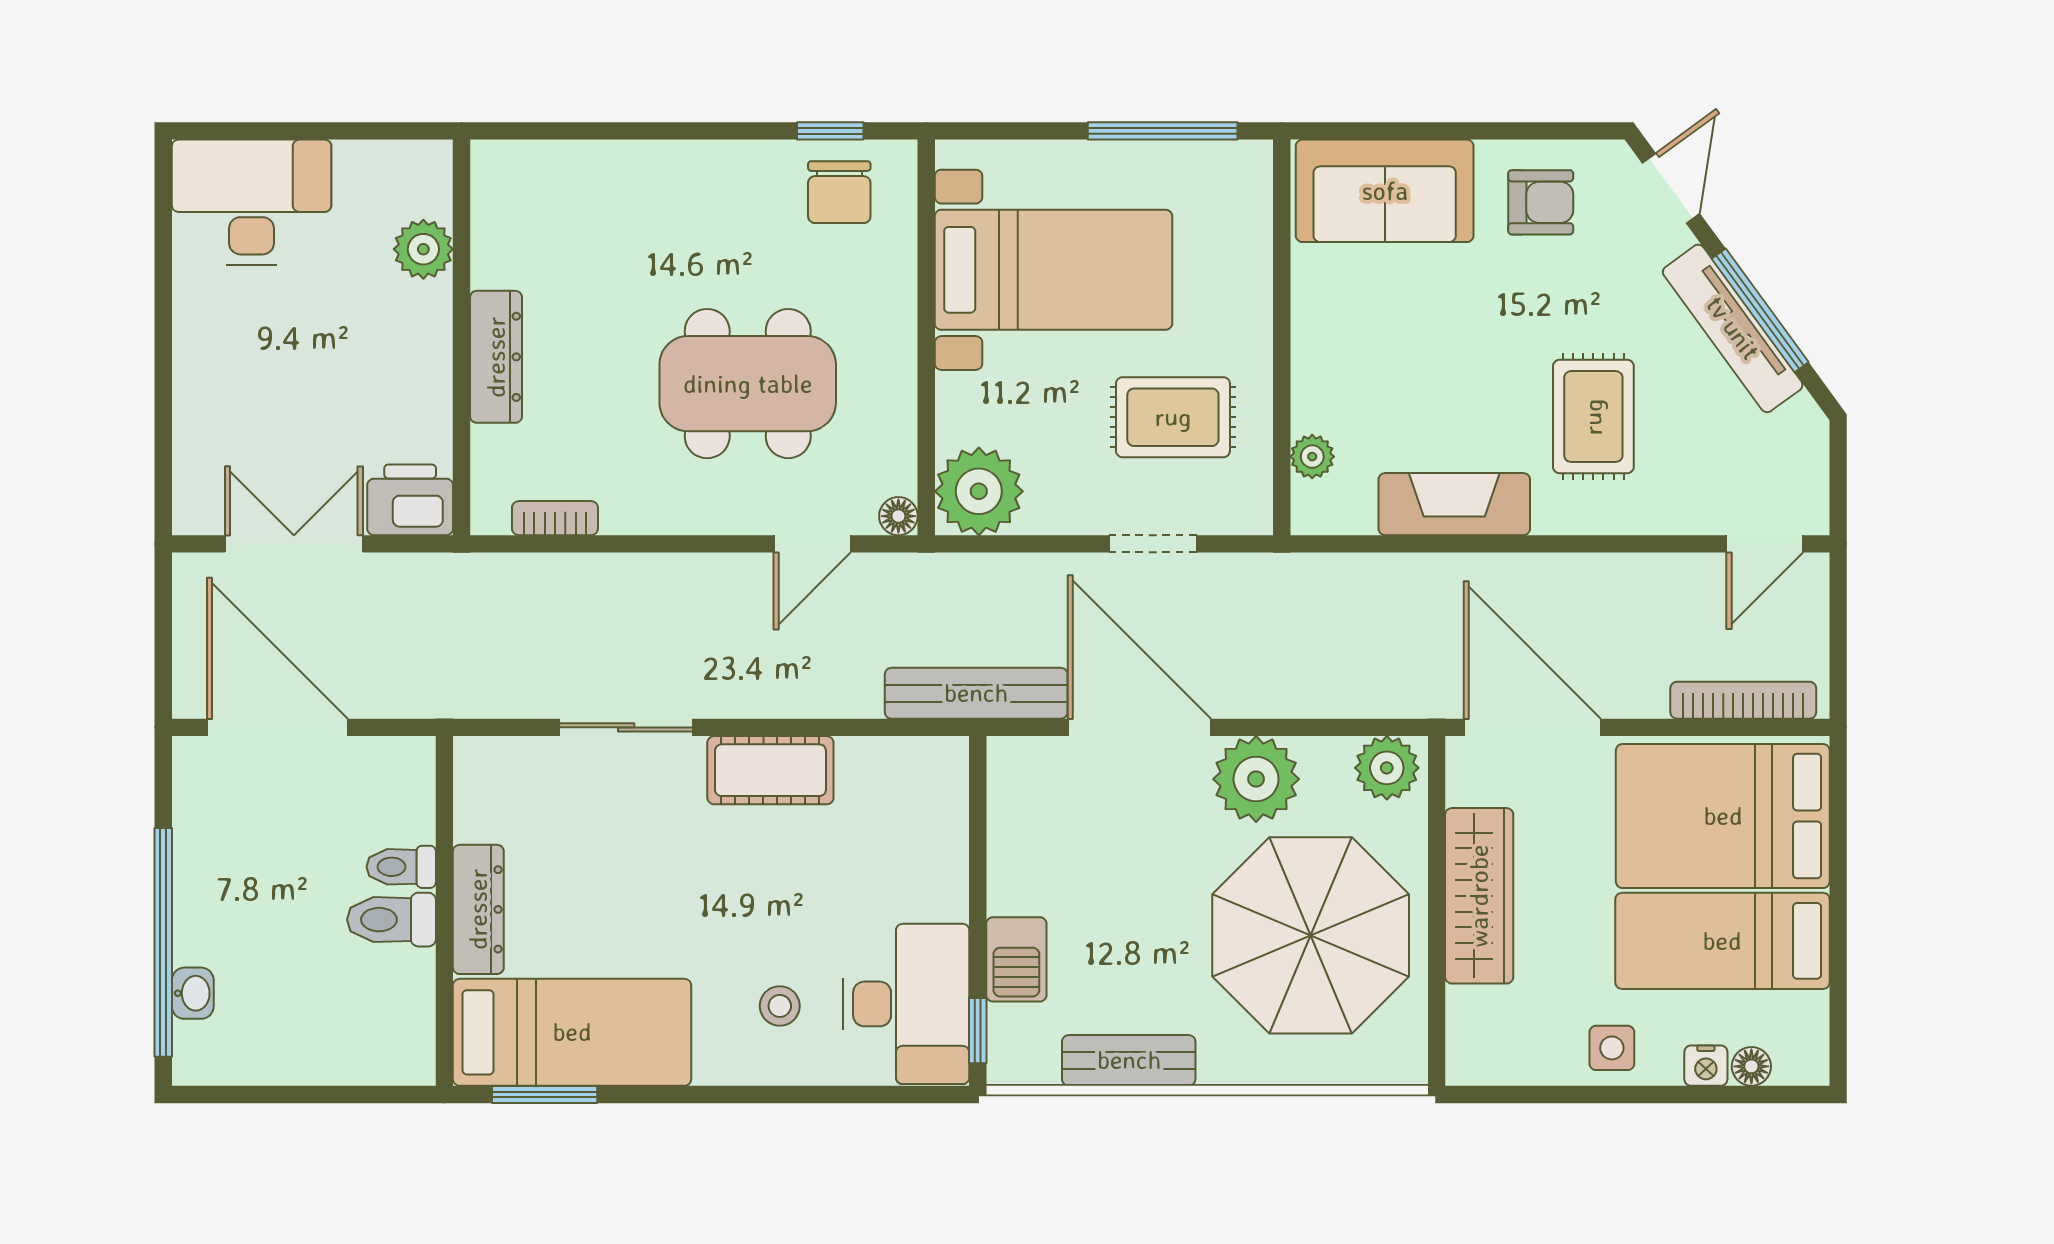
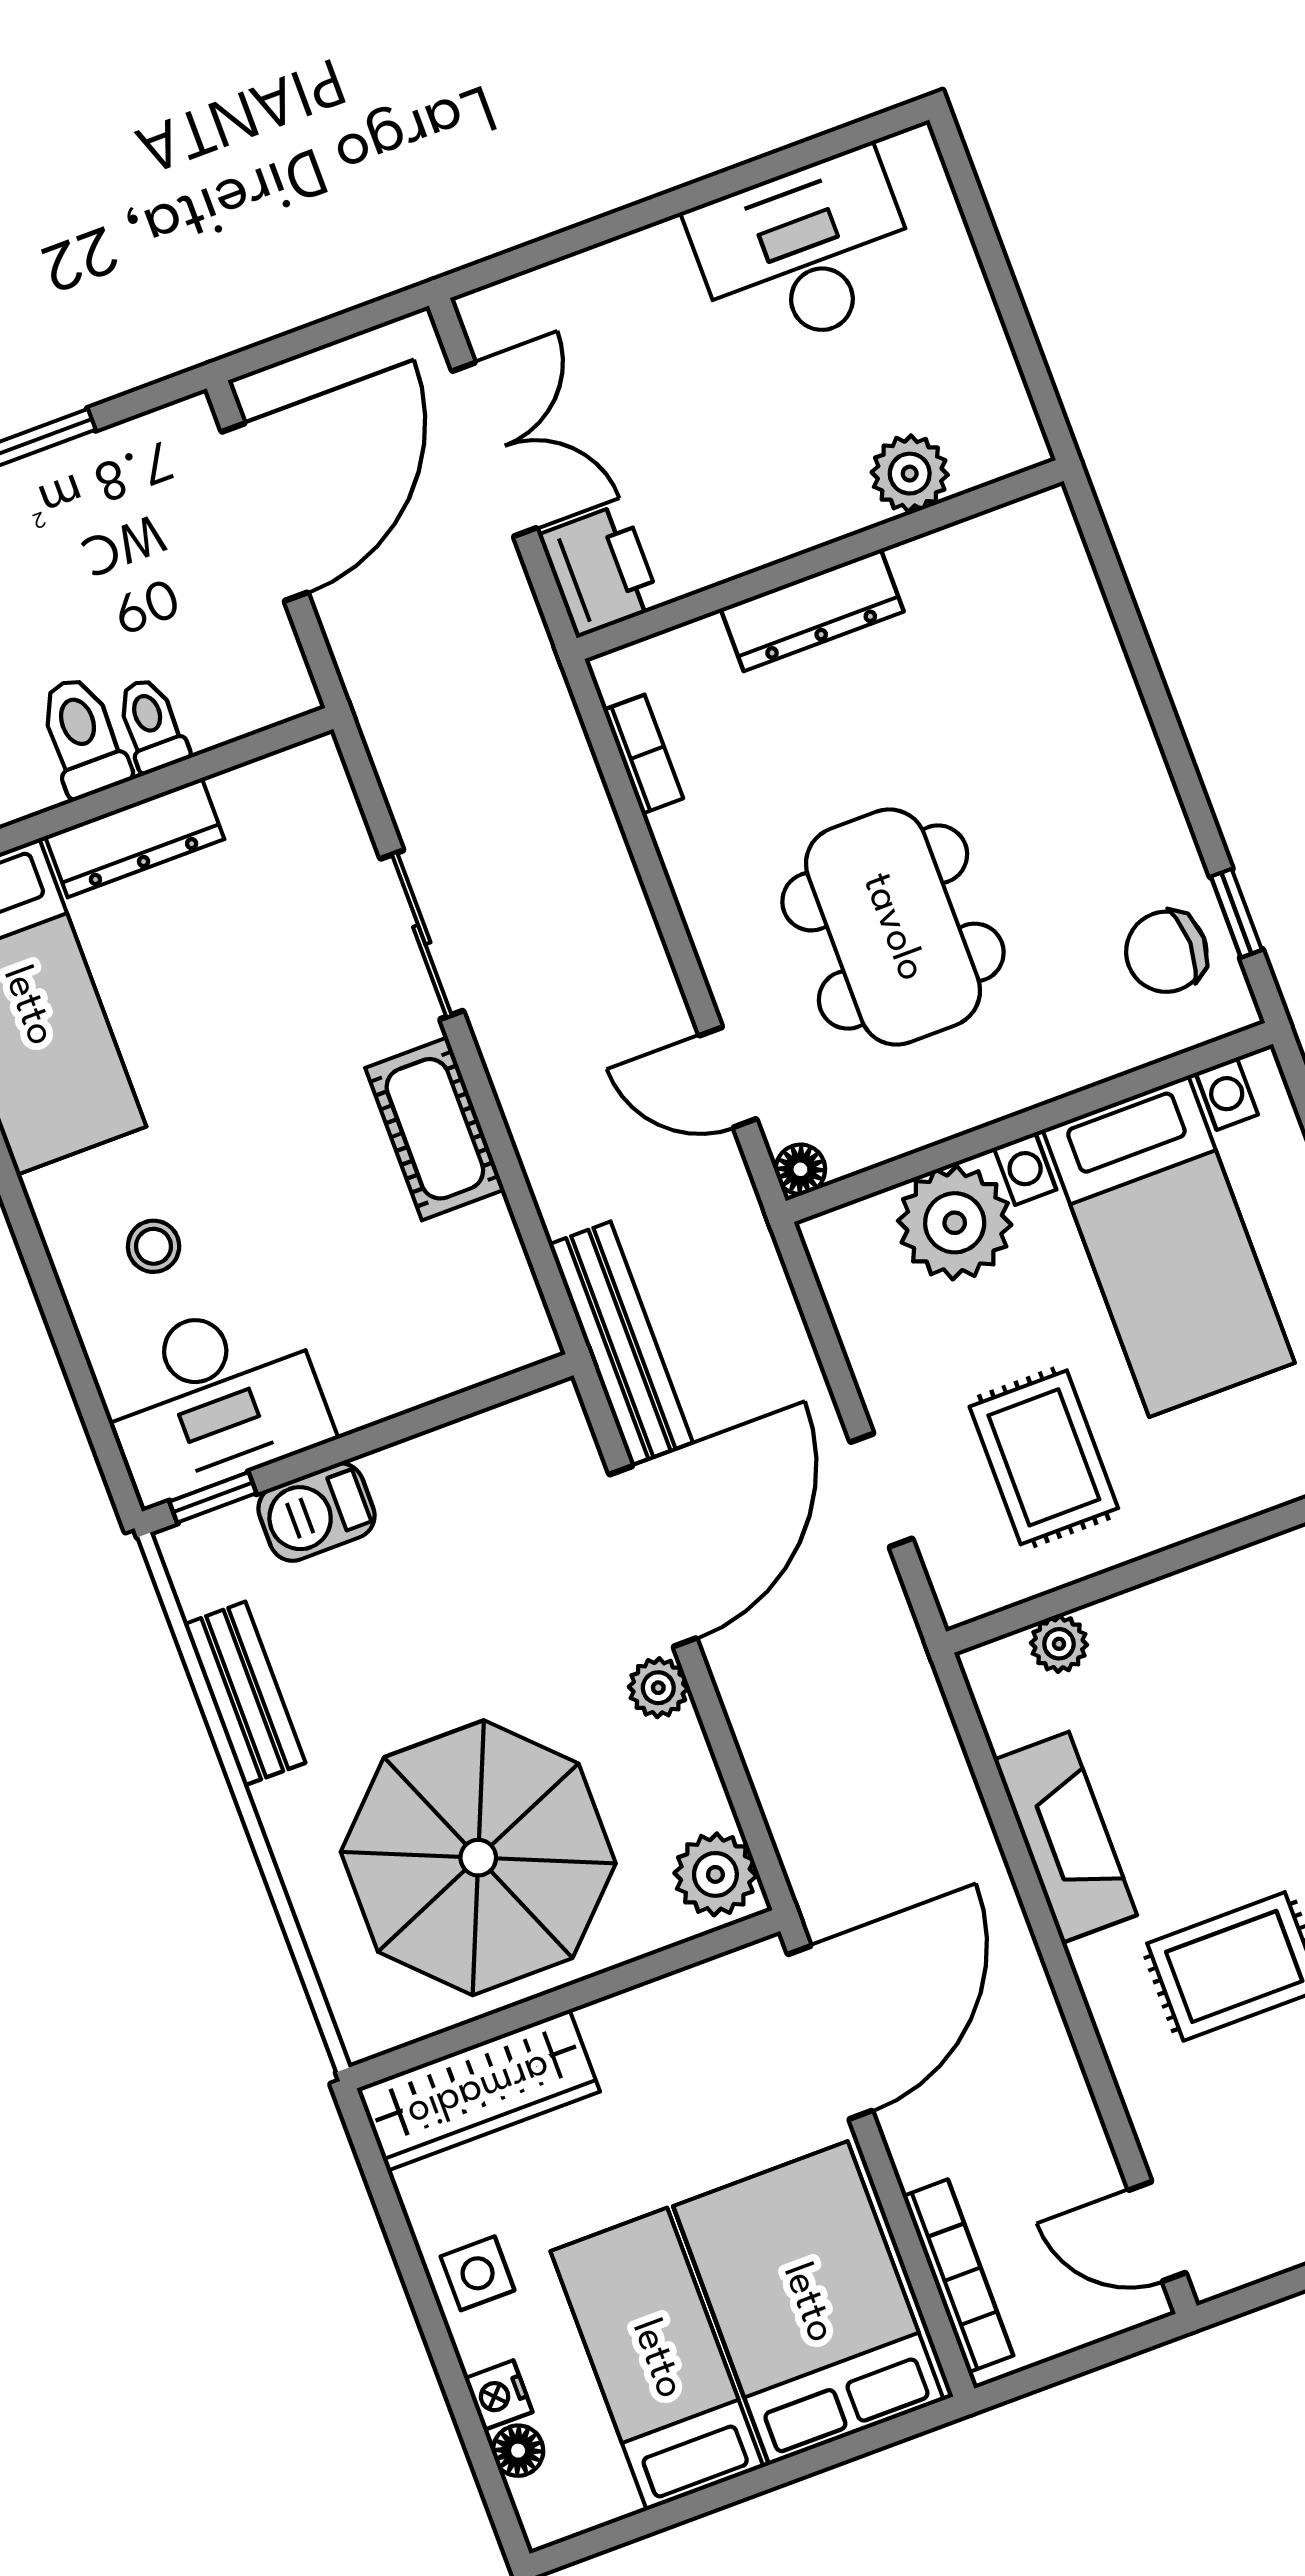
desk: (252, 202) -> (804, 252), moved, turned -90
plant: (979, 491) -> (955, 1223), moved
plant: (1256, 779) -> (658, 1688), width x0.53, depth x0.53
wardrobe: (1479, 896) -> (478, 2090), moved

